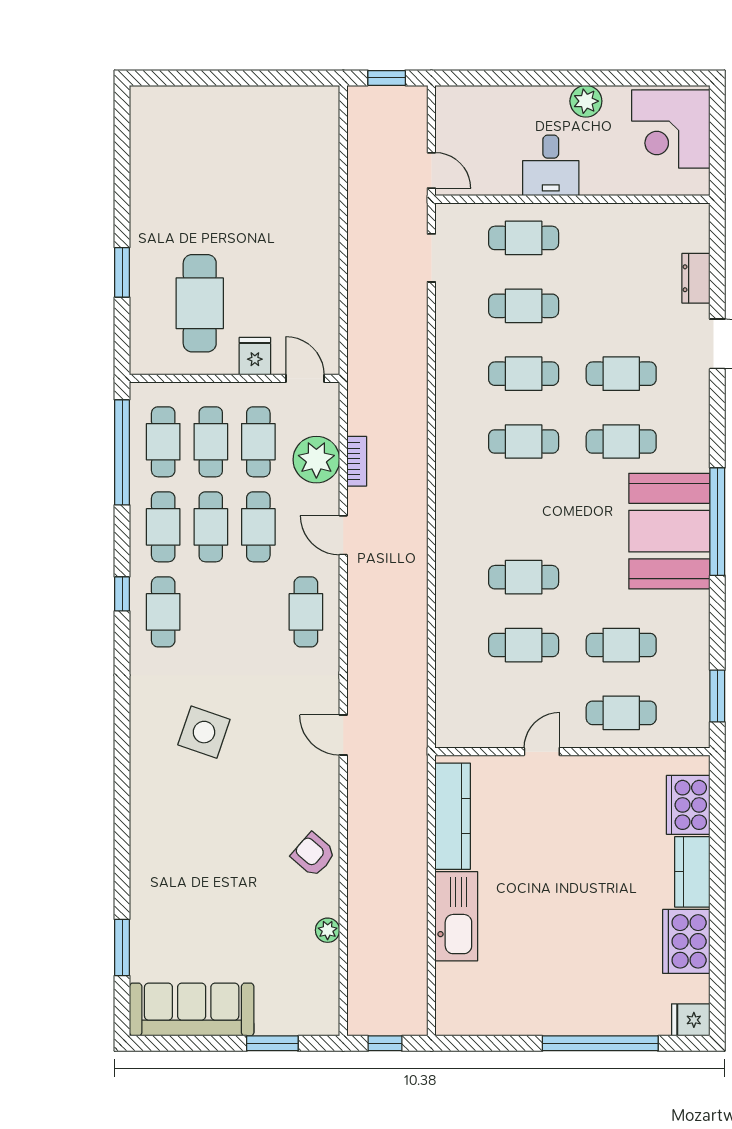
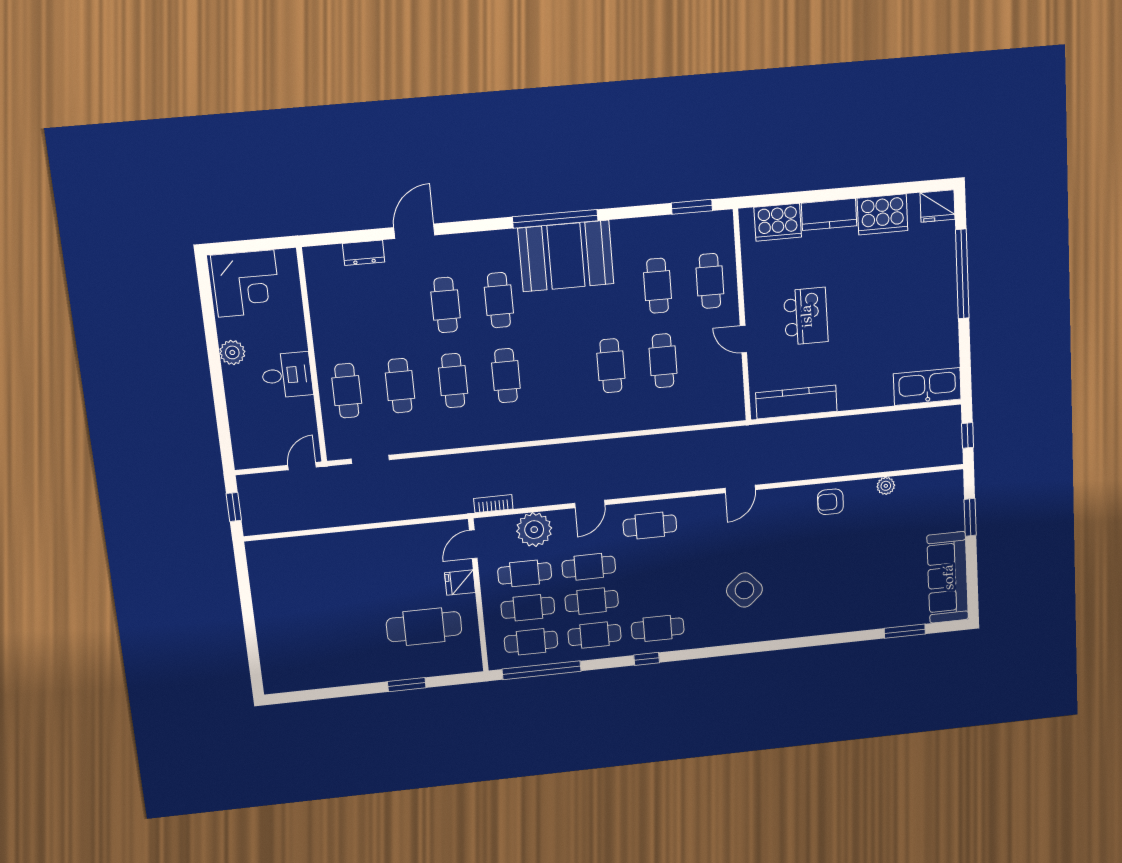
bookcase: (357, 461) -> (493, 504), moved
side table: (204, 732) -> (744, 590), turned 30
kitchen island: (564, 835) -> (806, 316), added
armchair: (313, 855) -> (830, 502), turned 49
kitchen sink: (456, 916) -> (927, 386), moved
fridge: (691, 1020) -> (938, 206), width x1.38

